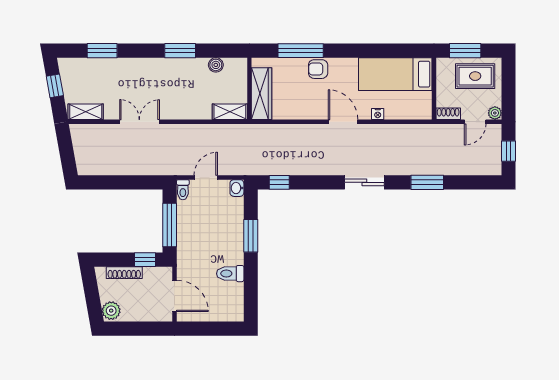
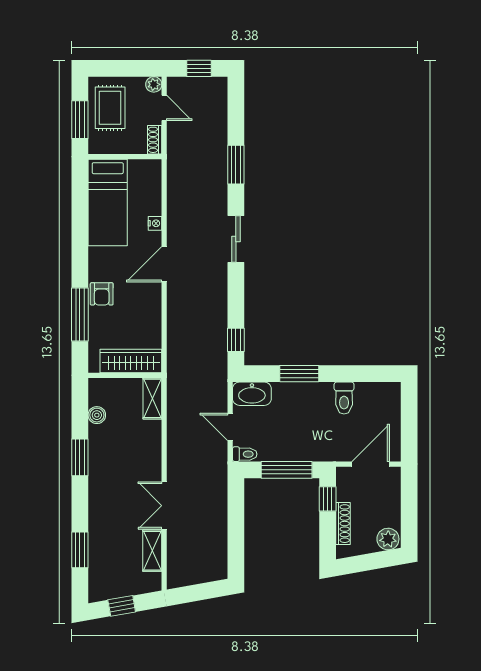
shelving: (86, 112) -> (152, 551), moved
washbasin: (237, 188) -> (252, 394), width x1.91, depth x1.45

